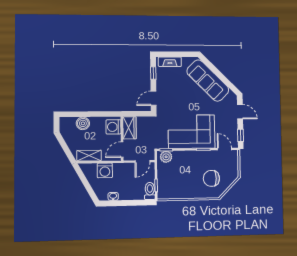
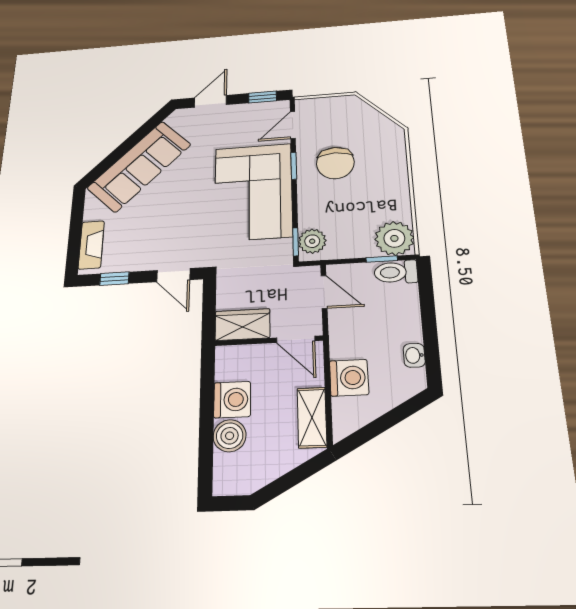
washing machine: (113, 127) -> (232, 400), moved, turned -90
chair: (211, 178) -> (335, 163), moved
plant: (165, 191) -> (394, 238), added

